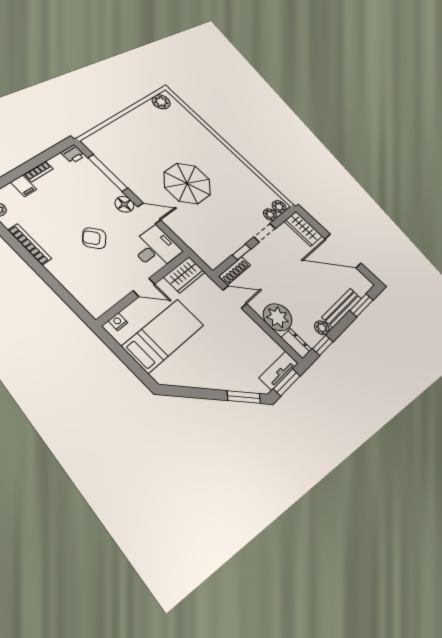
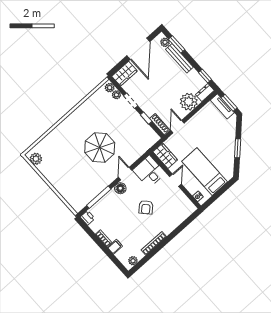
plant: (322, 328) -> (165, 42), moved
window: (244, 397) -> (238, 148), moved

